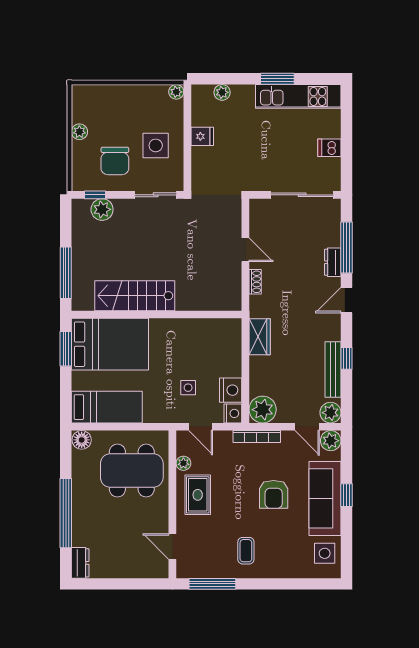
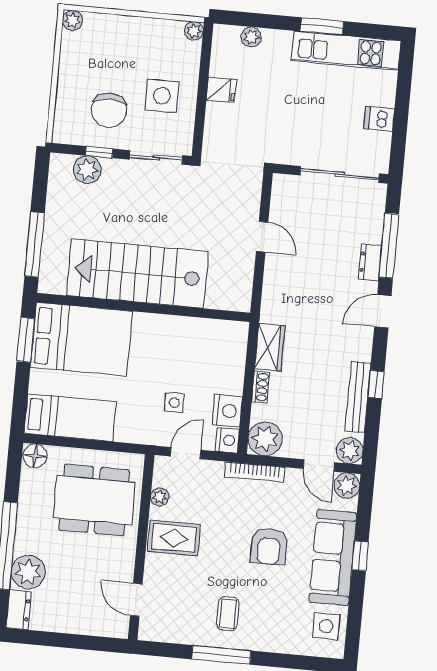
plant: (79, 132) -> (73, 20), moved
window: (95, 195) -> (99, 152), moved
shoe rack: (255, 282) -> (261, 387), moved
stairs: (135, 296) -> (137, 273), width x1.36, depth x1.51
door: (201, 427) -> (186, 453), swing flipped
rug: (198, 495) -> (174, 538), turned 90
plant: (85, 533) -> (28, 572), added
window: (212, 584) -> (221, 655), moved

